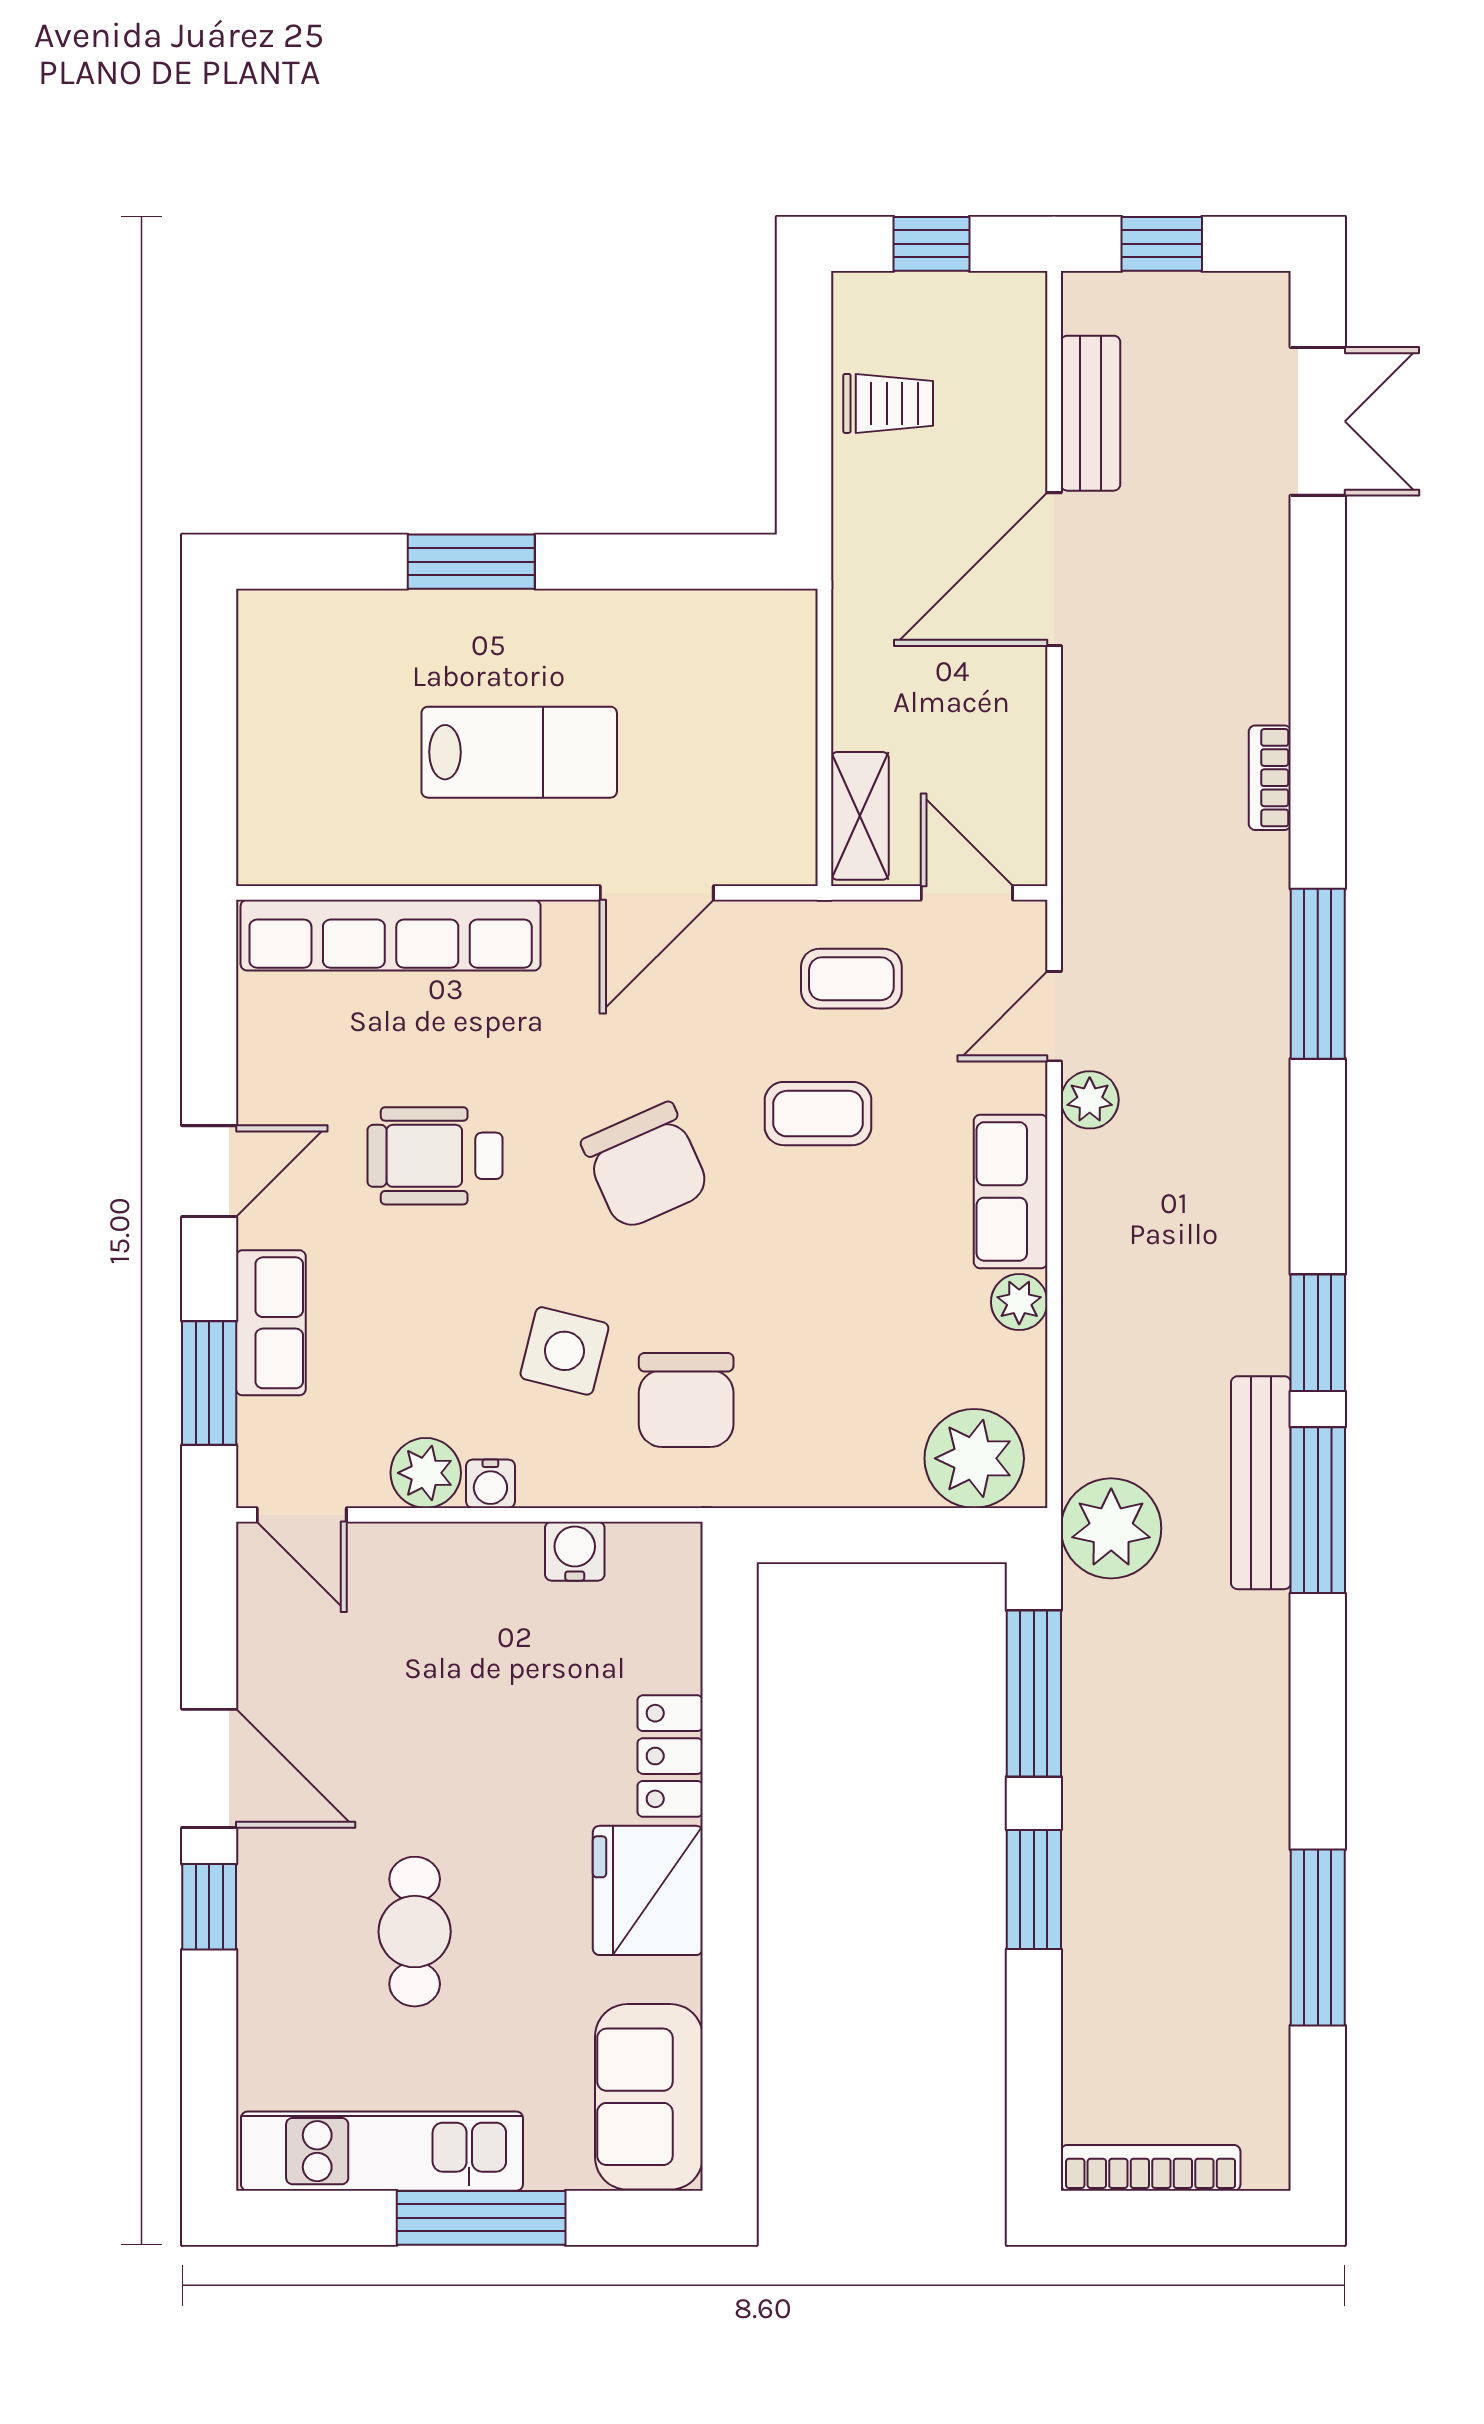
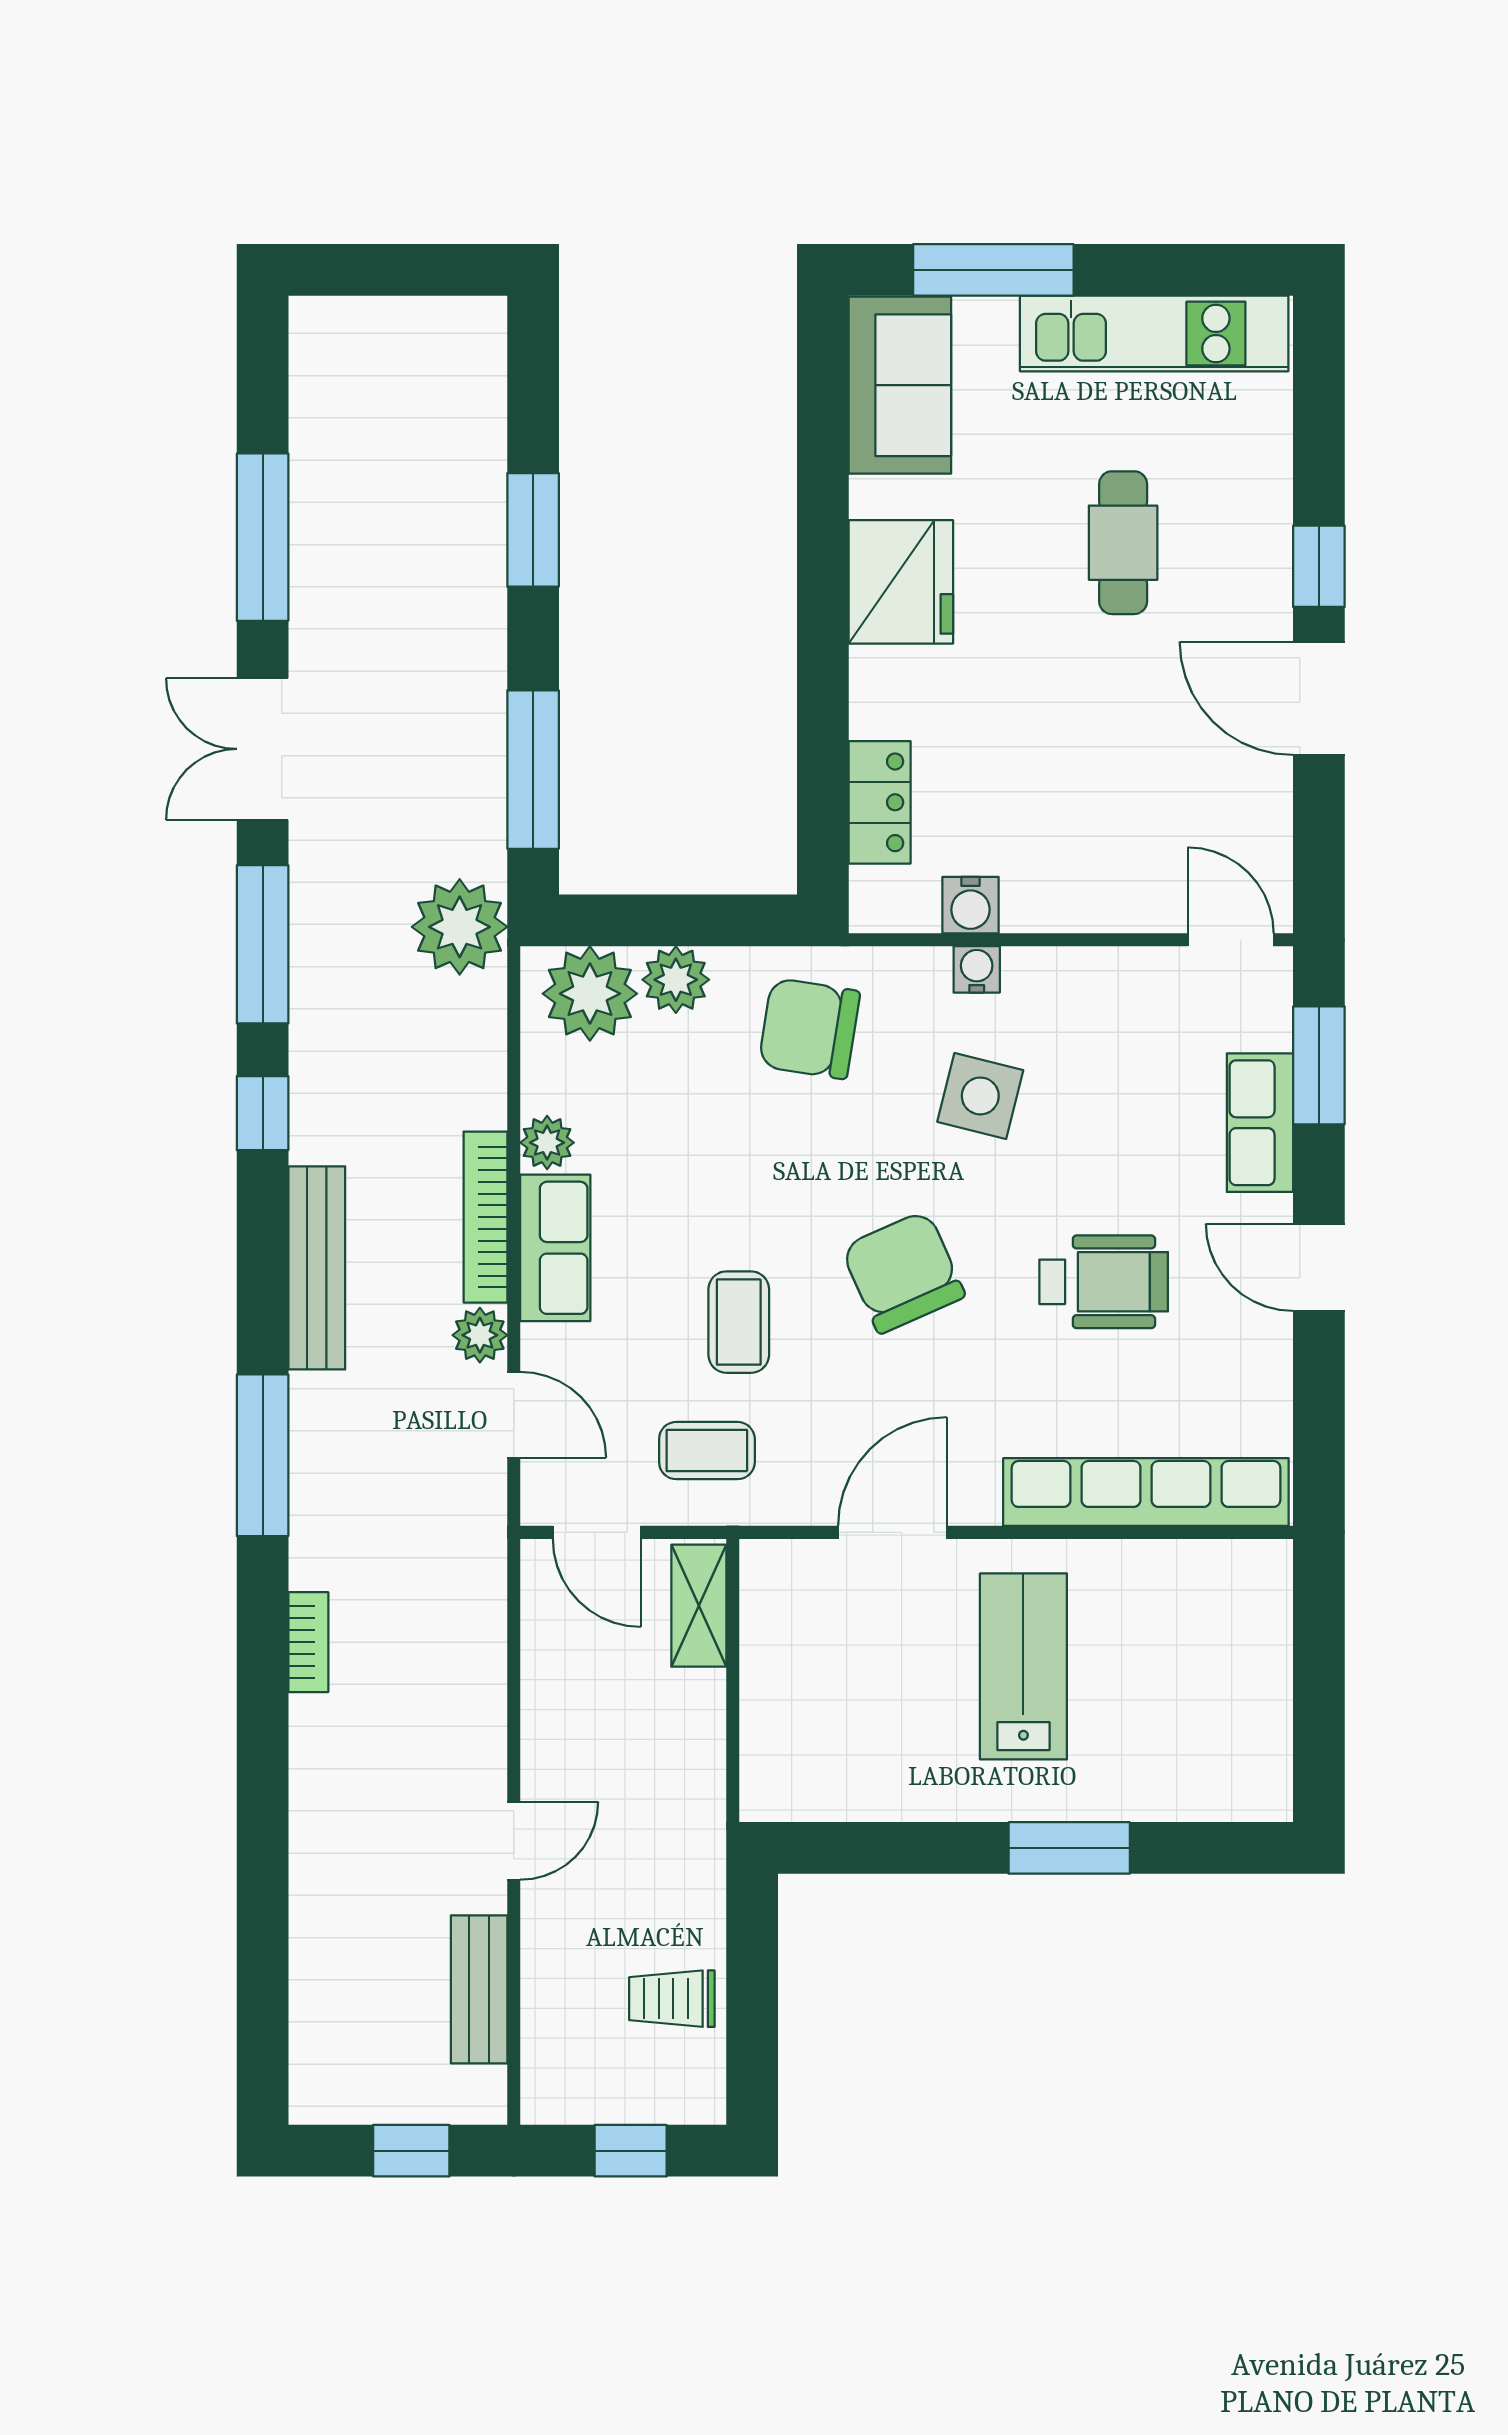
double door: (1318, 421) -> (263, 749), moved
door: (1054, 569) -> (514, 1841), width x0.53
lab bench: (519, 752) -> (1023, 1666), turned 90
door: (1054, 1016) -> (514, 1415), hinge flipped
coffee table: (818, 1114) -> (739, 1322), turned 90
door: (209, 1171) -> (1319, 1267), hinge flipped
window: (1318, 1333) -> (263, 1113), width x0.67
chair: (686, 1400) -> (809, 1029), moved, turned -81
plant: (426, 1473) -> (676, 980), moved
bench: (1261, 1483) -> (317, 1268), moved
water cooler: (490, 1484) -> (977, 969), moved
locker: (670, 1756) -> (880, 802), moved
window: (1034, 1890) -> (533, 530), moved
bookcase: (1151, 2168) -> (485, 1217), moved, turned 90
window: (481, 2218) -> (993, 270), moved

